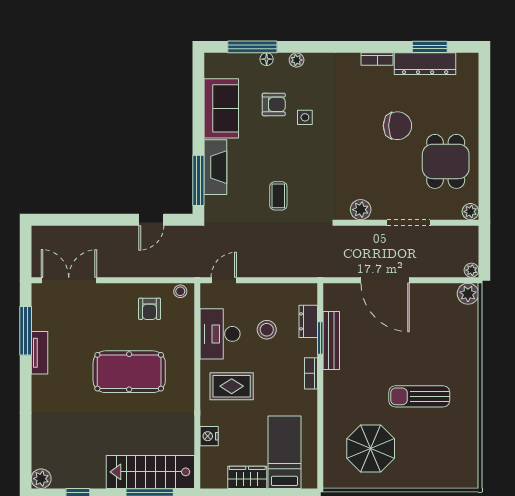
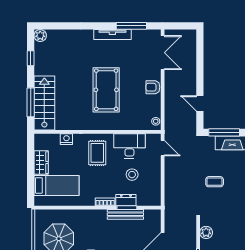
armchair: (150, 309) -> (153, 87), moved
dresser: (308, 321) -> (126, 200), moved
tv unit: (39, 353) -> (112, 35), width x1.41

